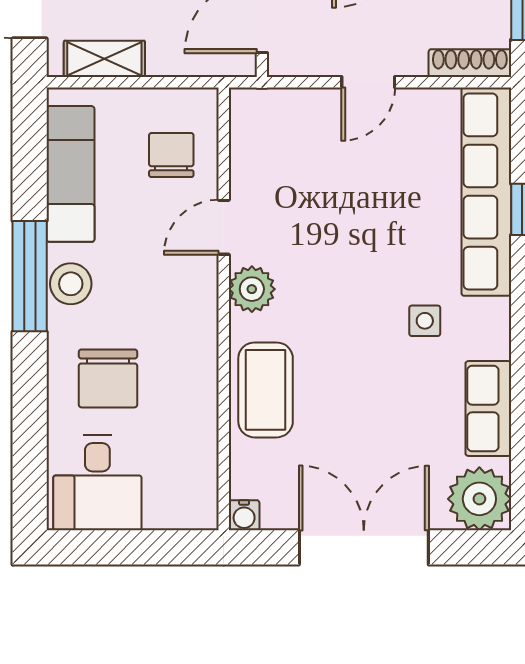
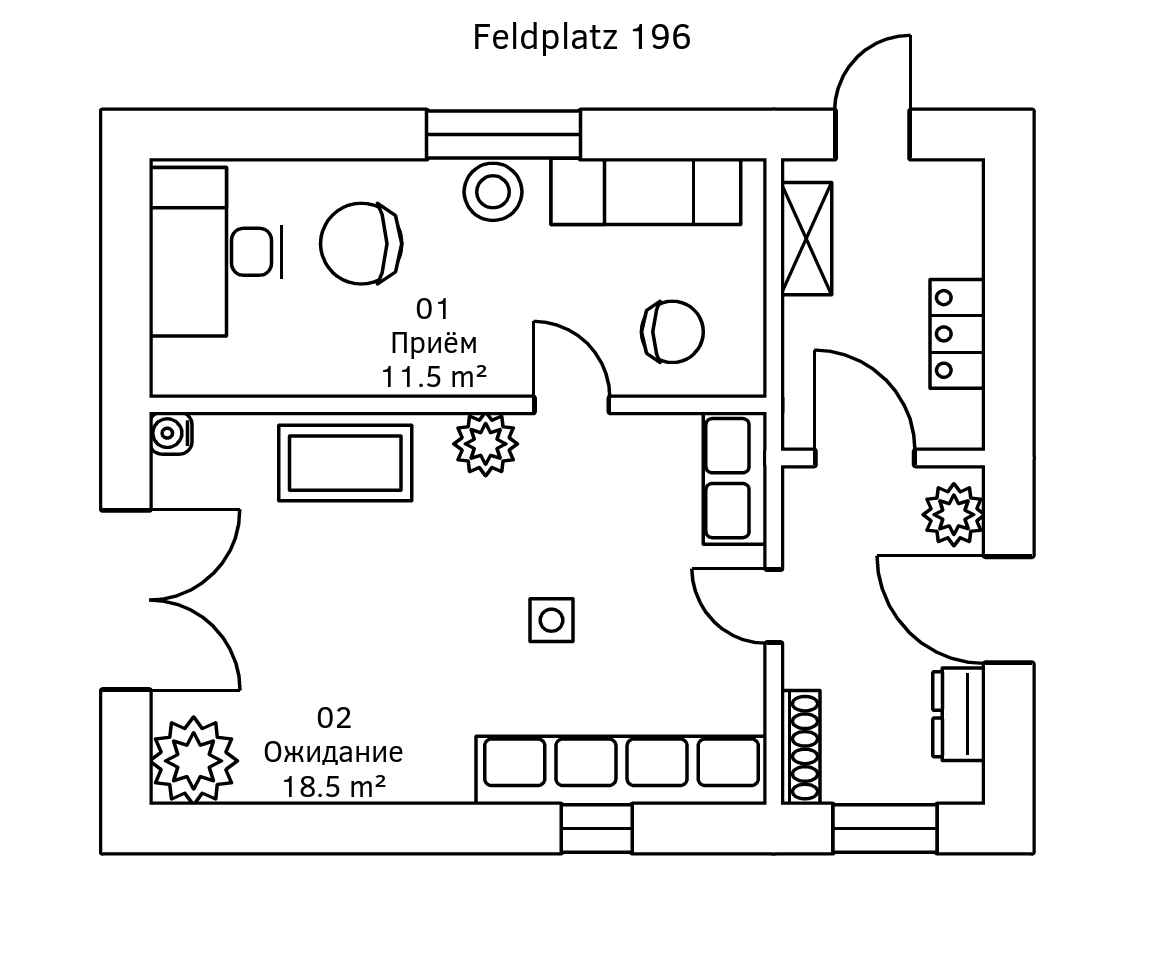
side table: (425, 321) -> (551, 620), moved
row of seats: (488, 408) -> (735, 478), moved, turned -90
desk: (97, 483) -> (216, 252), width x1.37

